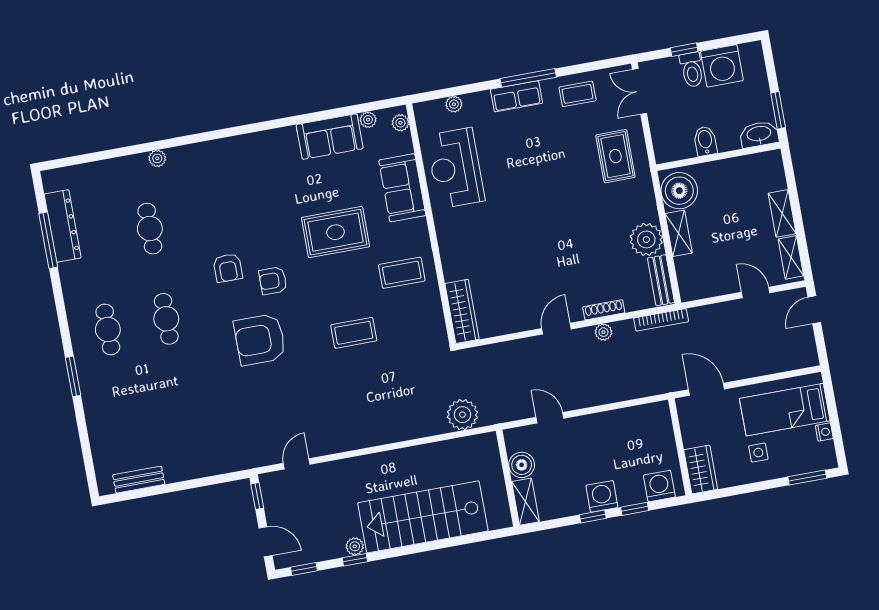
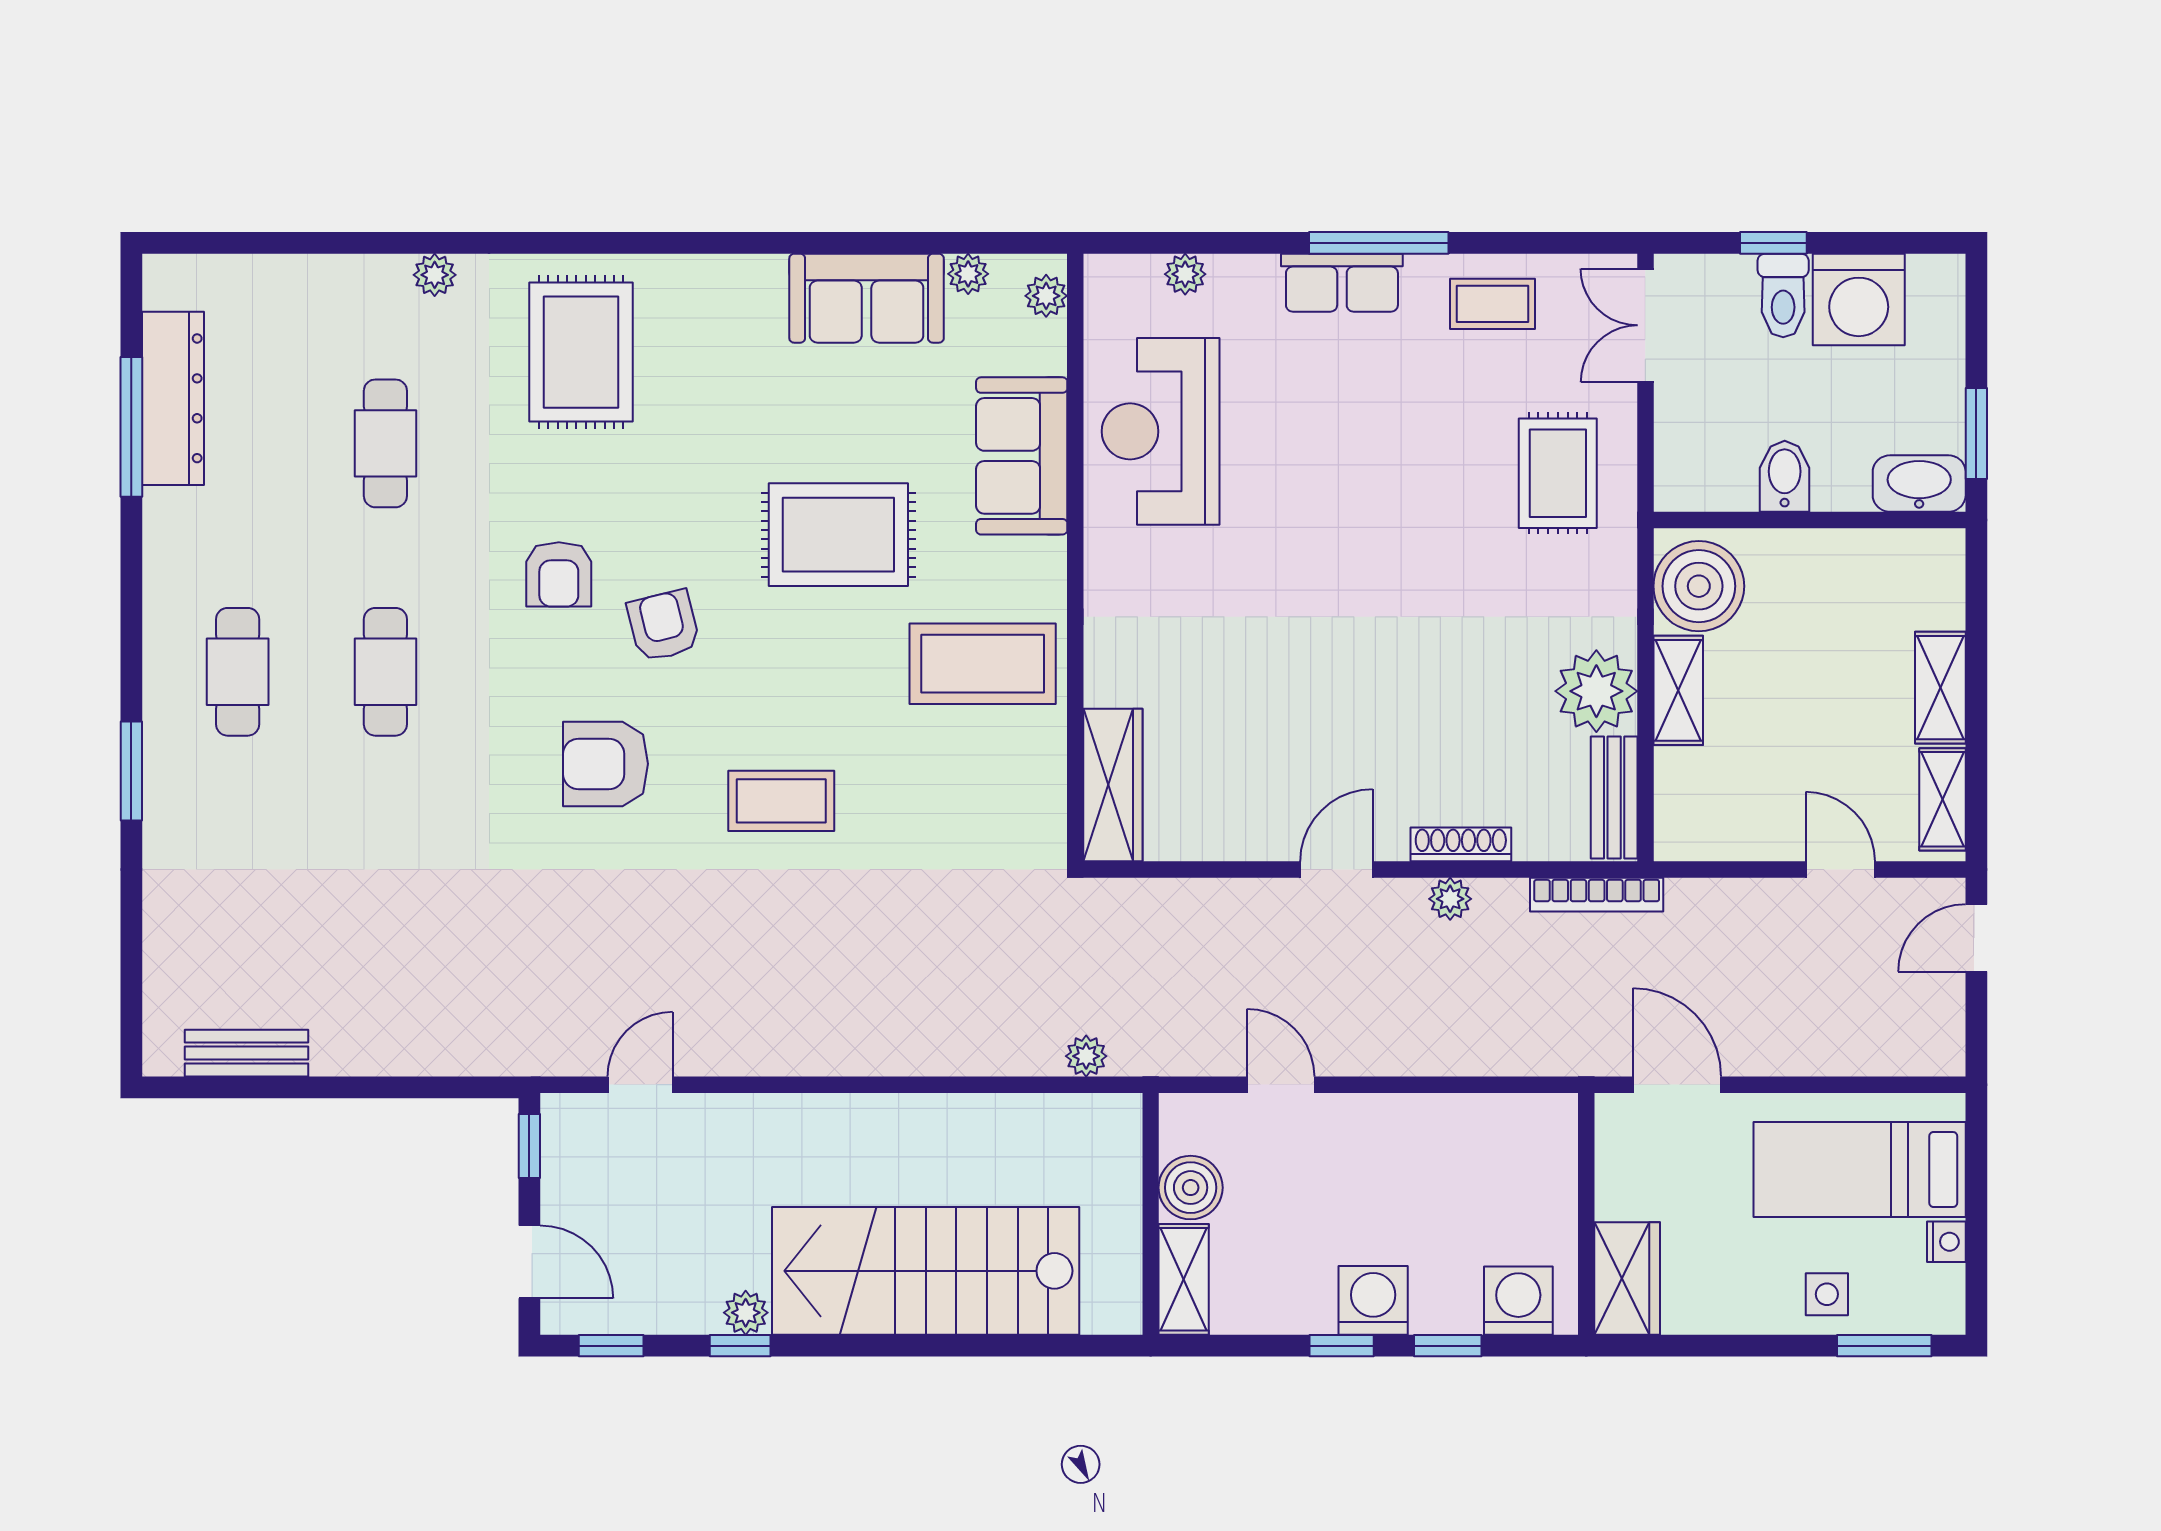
rug: (221, 178) -> (581, 352), added
coffee table: (402, 273) -> (983, 664), width x1.36, depth x1.32
armchair: (273, 281) -> (664, 626), turned 76
coffee table: (354, 333) -> (781, 801), moved
armchair: (260, 339) -> (606, 764), width x0.73, depth x0.73
plant: (462, 415) -> (1086, 1056), width x0.53, depth x0.53
side table: (758, 453) -> (1827, 1294), moved

